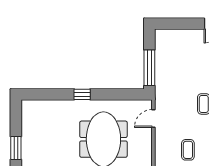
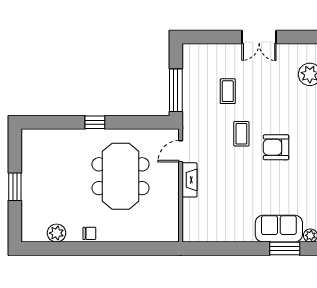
fireplace: (161, 142) -> (190, 180), added
coffee table: (188, 150) -> (228, 91), moved

